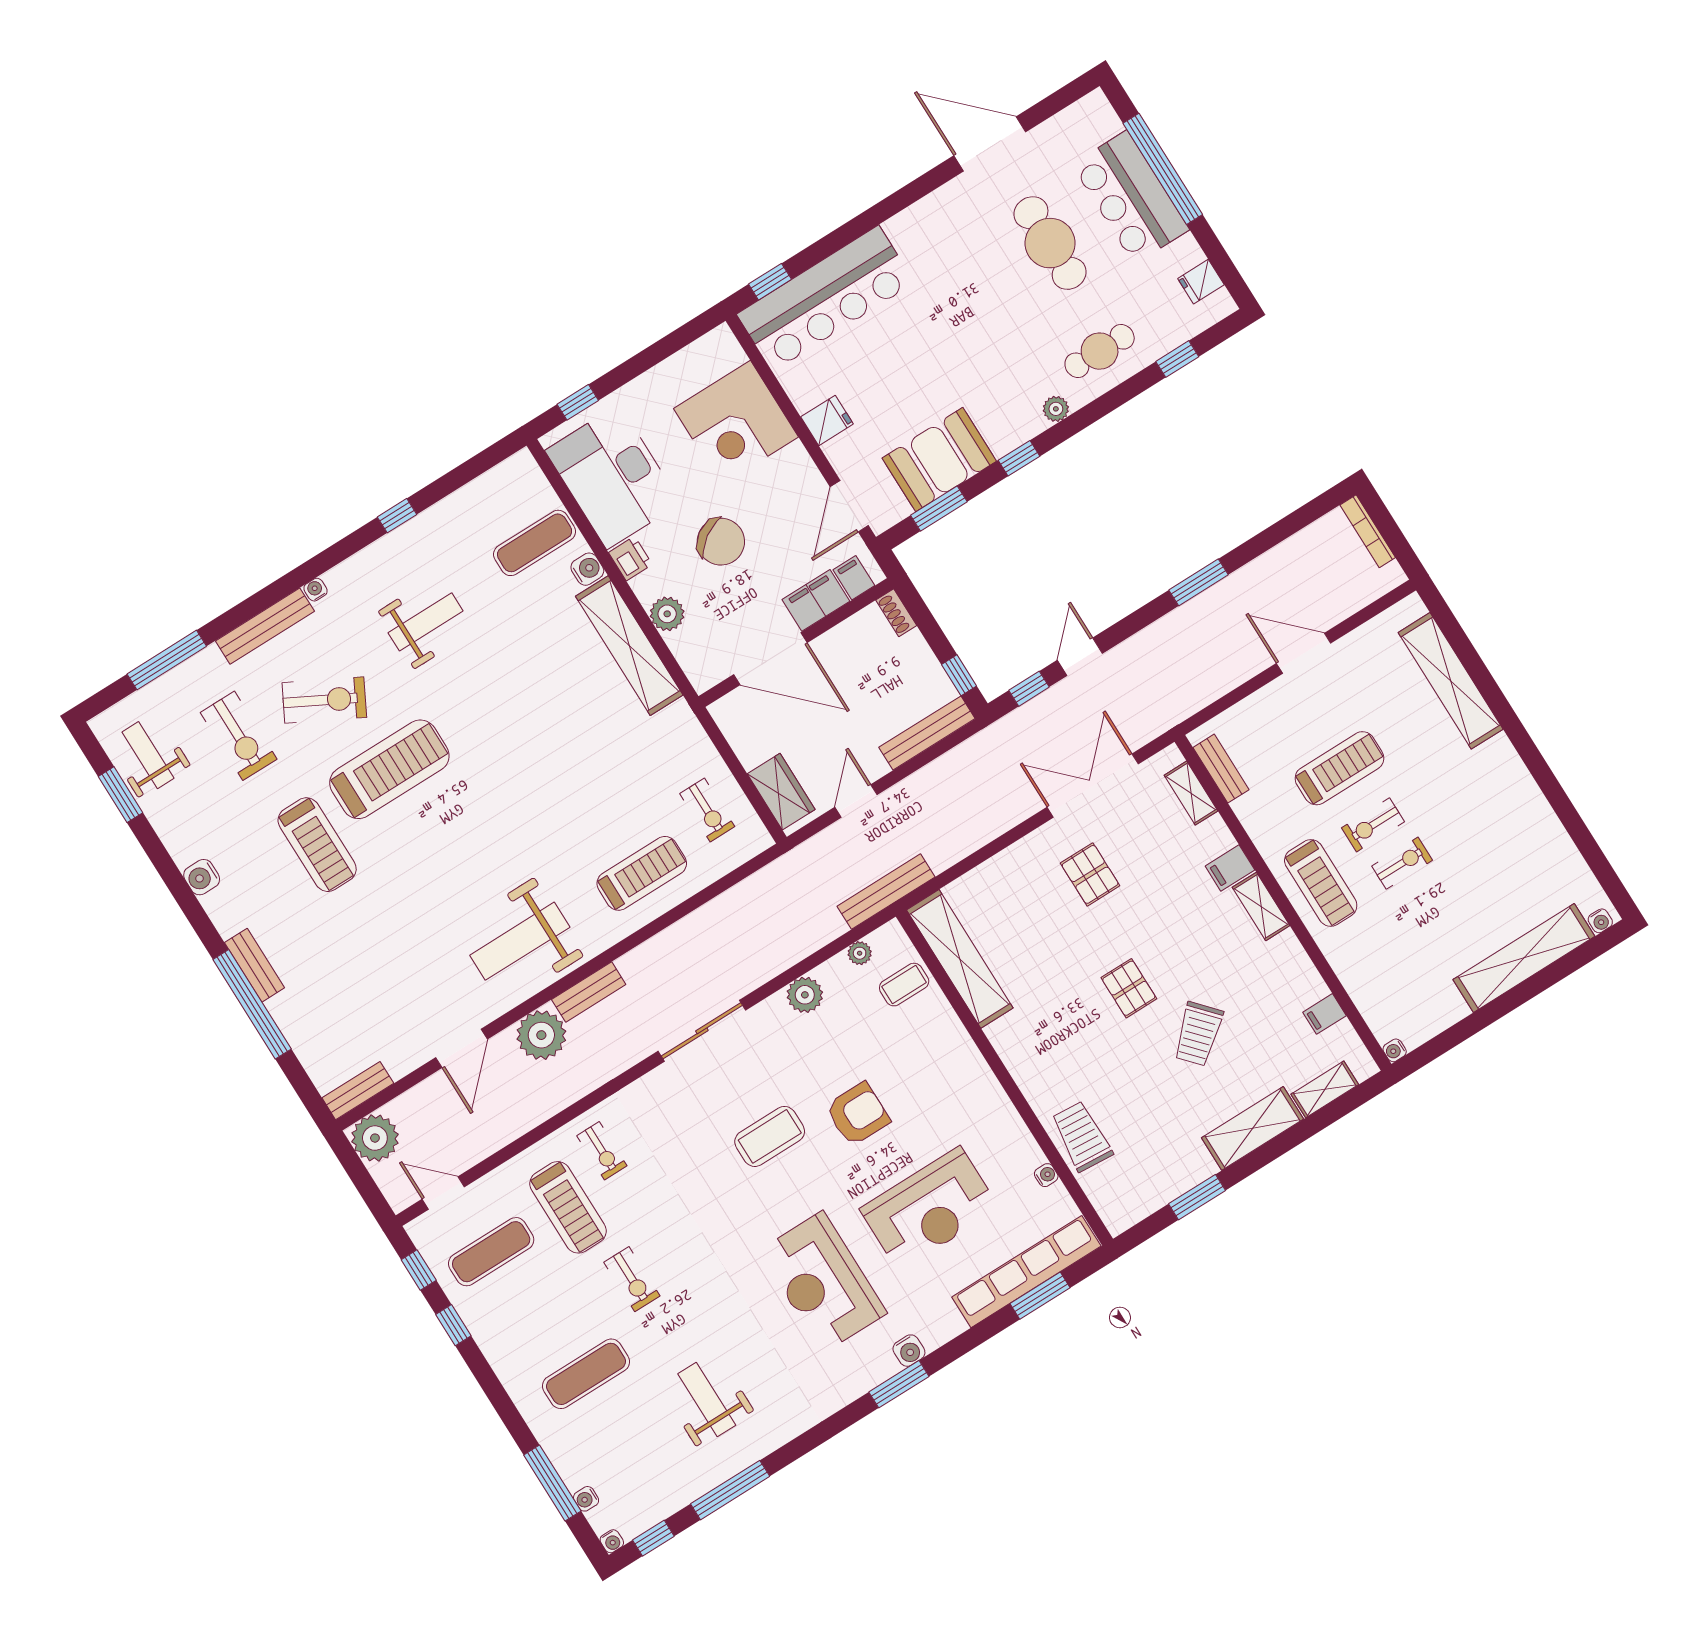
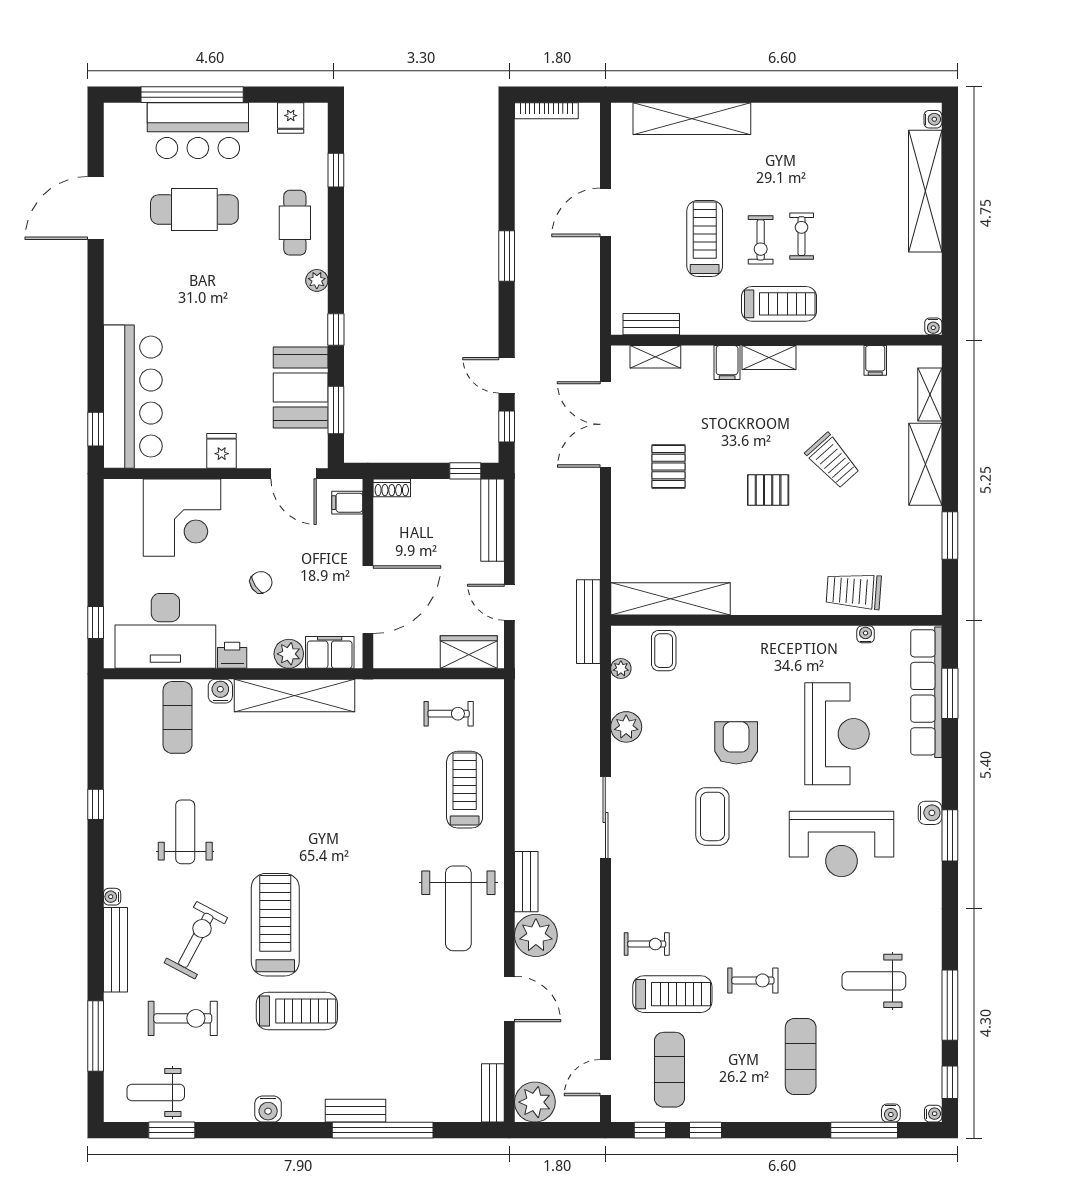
chair: (721, 542) -> (261, 582), width x0.54, depth x0.54
filing cabinet: (816, 600) -> (330, 652), moved, turned 90
pallet: (1090, 874) -> (668, 467), turned 90

